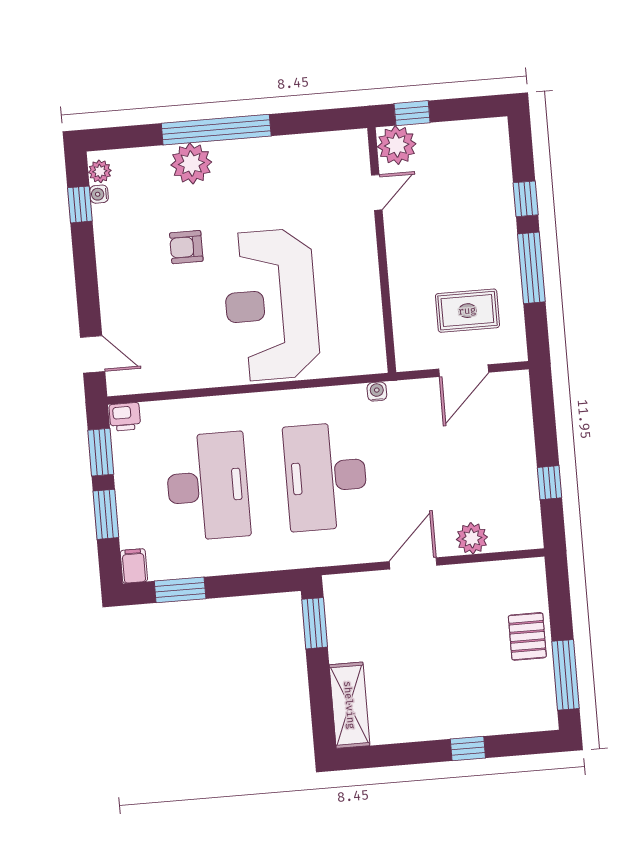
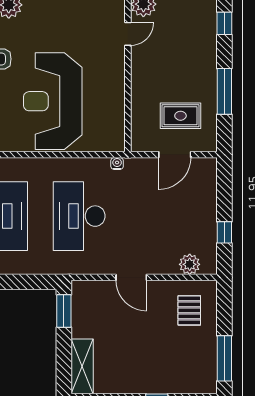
window: (526, 199) -> (224, 23), moved
plant: (472, 538) -> (190, 264), moved
door: (413, 563) -> (131, 277), swing flipped
pallet: (527, 636) -> (189, 310), moved

